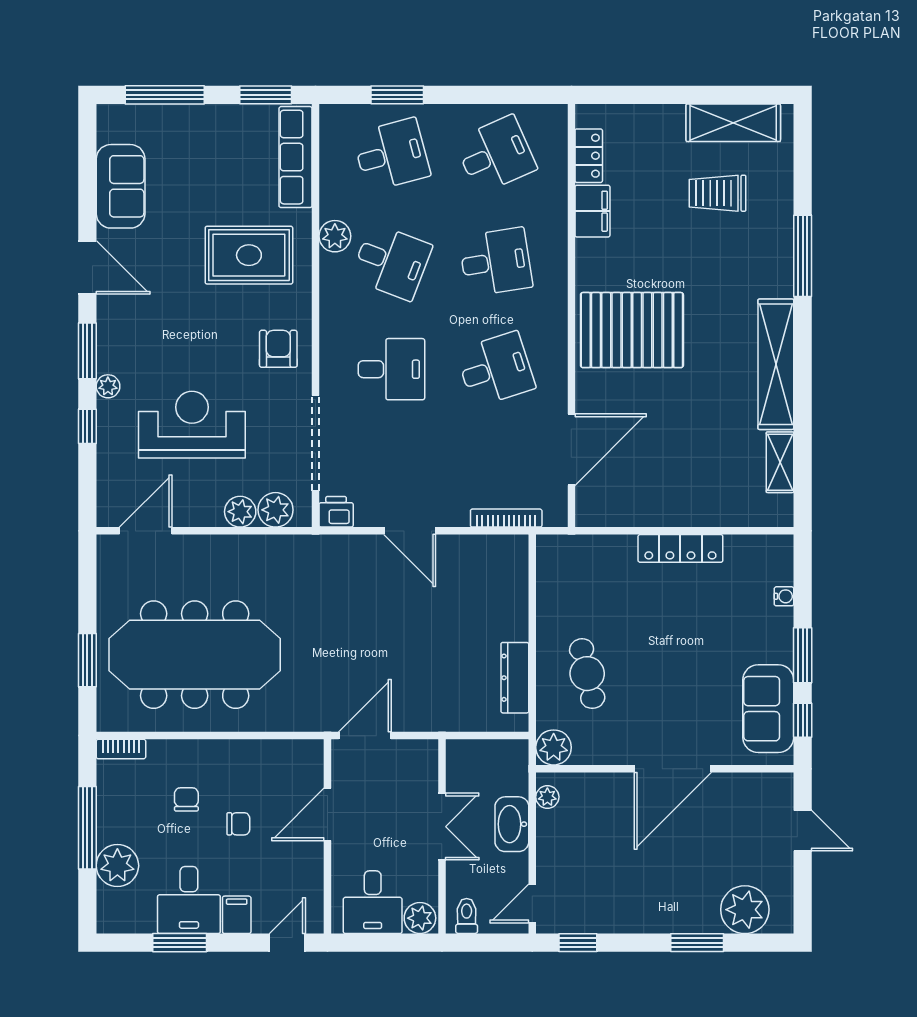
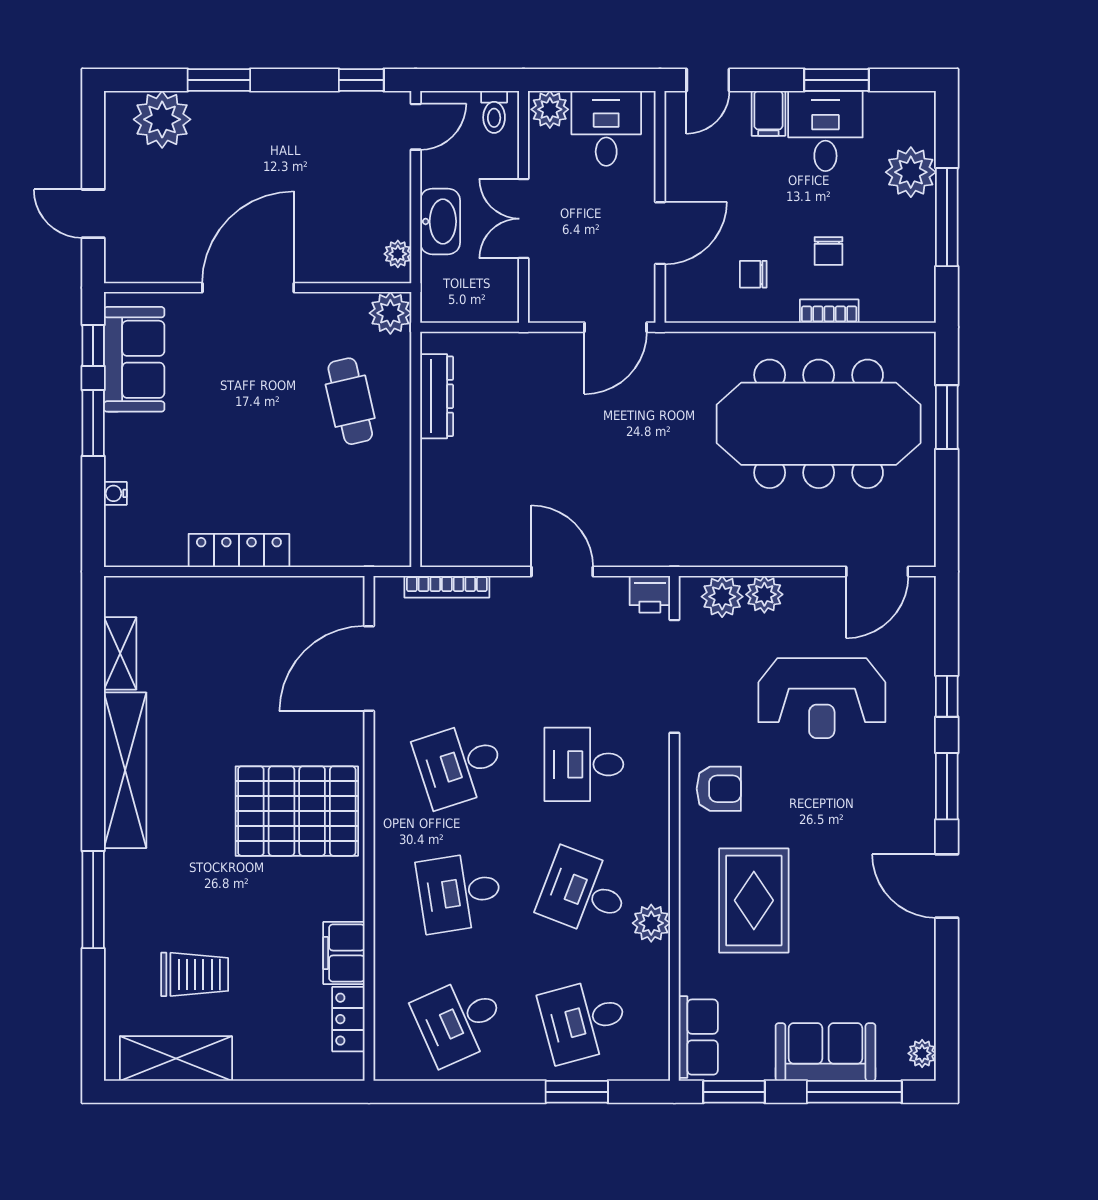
row of seats: (296, 157) -> (698, 1037), width x0.68
sofa: (121, 186) -> (825, 1052), moved, turned 90
rug: (249, 255) -> (754, 900), turned 90
armchair: (278, 349) -> (719, 789), turned -90
plant: (108, 386) -> (922, 1053), moved
bookcase: (121, 749) -> (829, 311), moved
chair: (238, 824) -> (753, 274), moved

